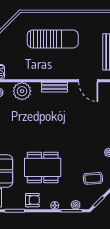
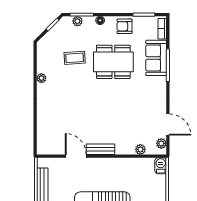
door: (88, 81) -> (76, 156), moved
plant: (22, 91) -> (140, 149), width x0.53, depth x0.53
coffee table: (93, 178) -> (75, 58), moved

